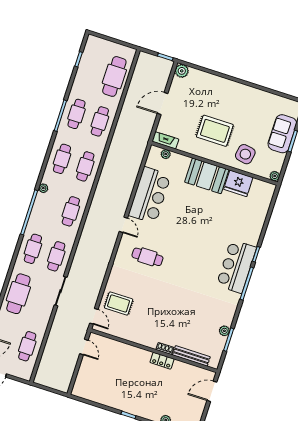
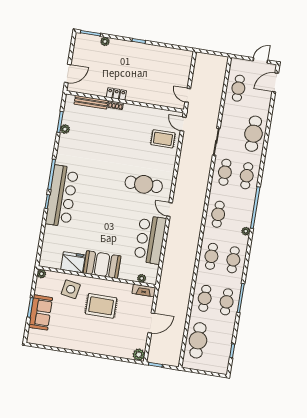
cafe table: (147, 257) -> (144, 184), width x1.37, depth x1.35
bar counter: (236, 266) -> (62, 196), width x1.36

